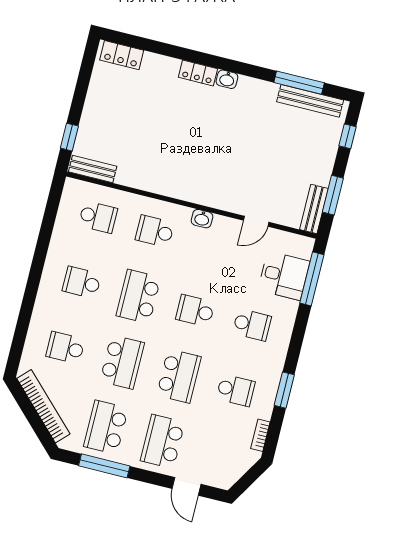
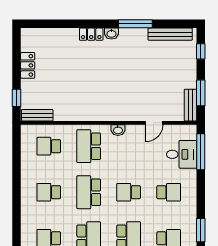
locker: (122, 55) -> (28, 65), moved, turned -90
window: (299, 83) -> (135, 24), moved
school desk: (98, 217) -> (49, 146), turned 180
school desk: (155, 231) -> (89, 146), width x1.85

